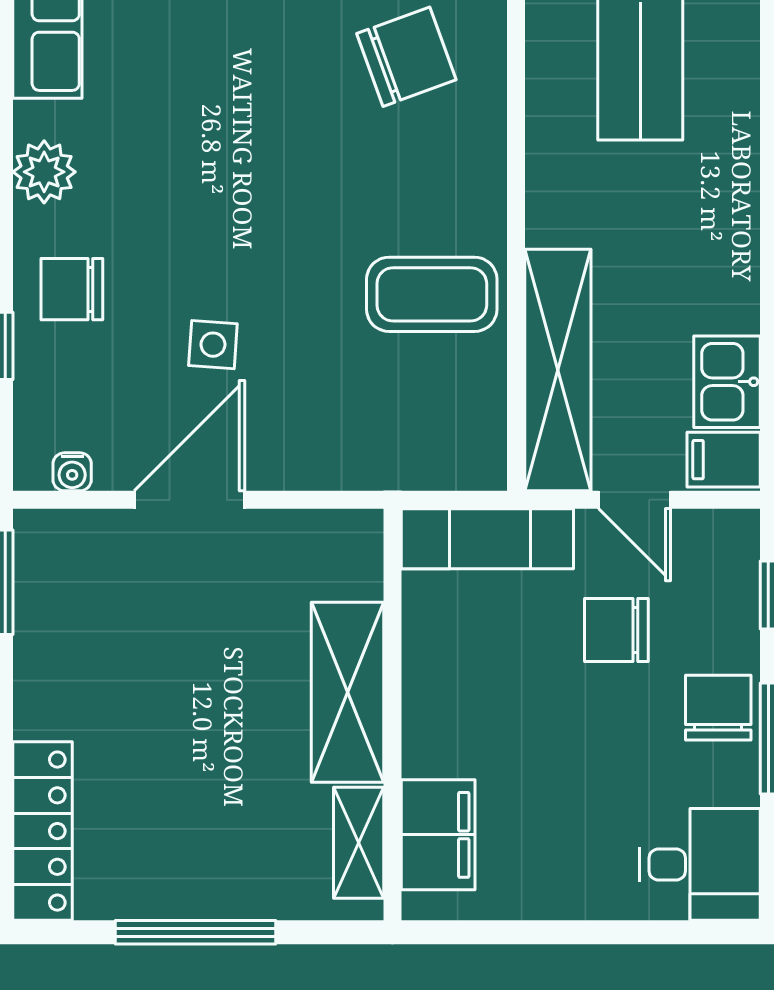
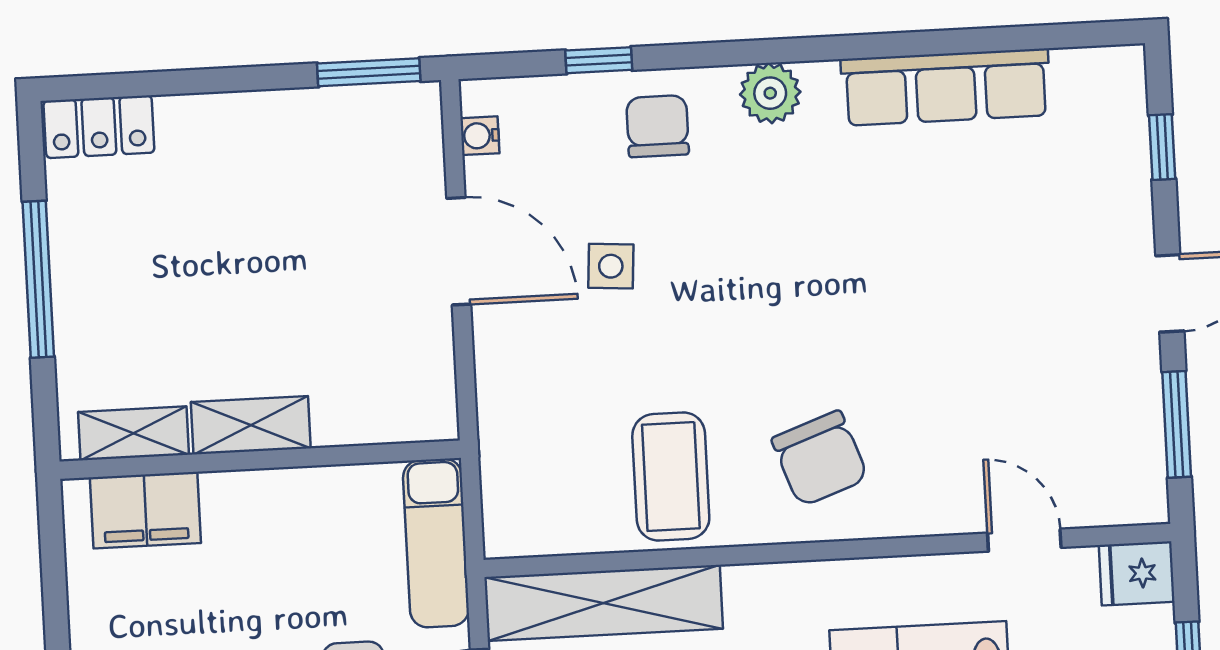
chair: (406, 57) -> (820, 459), moved
shelving: (348, 692) -> (251, 425), width x0.67, depth x0.75
locker: (43, 831) -> (99, 127), width x0.66

